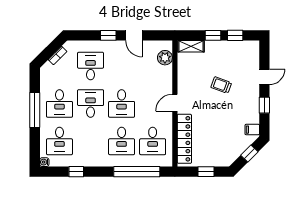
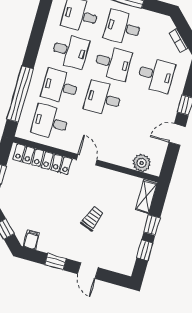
desk: (91, 141) -> (70, 51), added
window: (76, 172) -> (39, 25), removed

